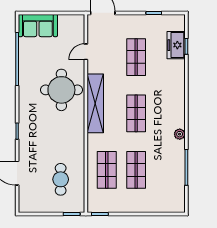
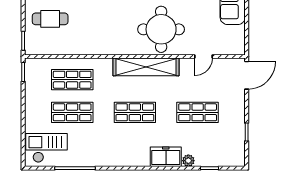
freezer: (176, 45) -> (166, 157), moved
door: (86, 52) -> (204, 56), swing flipped
plant: (180, 134) -> (188, 161), moved
cafe table: (61, 179) -> (50, 19), moved
checkout: (168, 193) -> (46, 148), added

